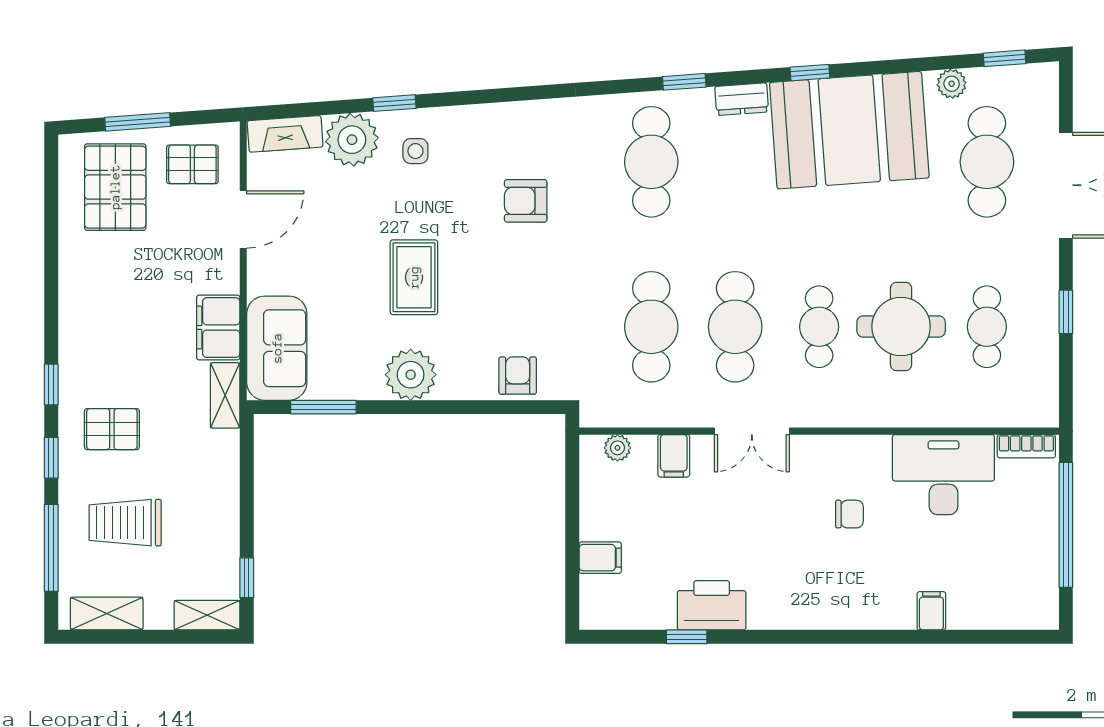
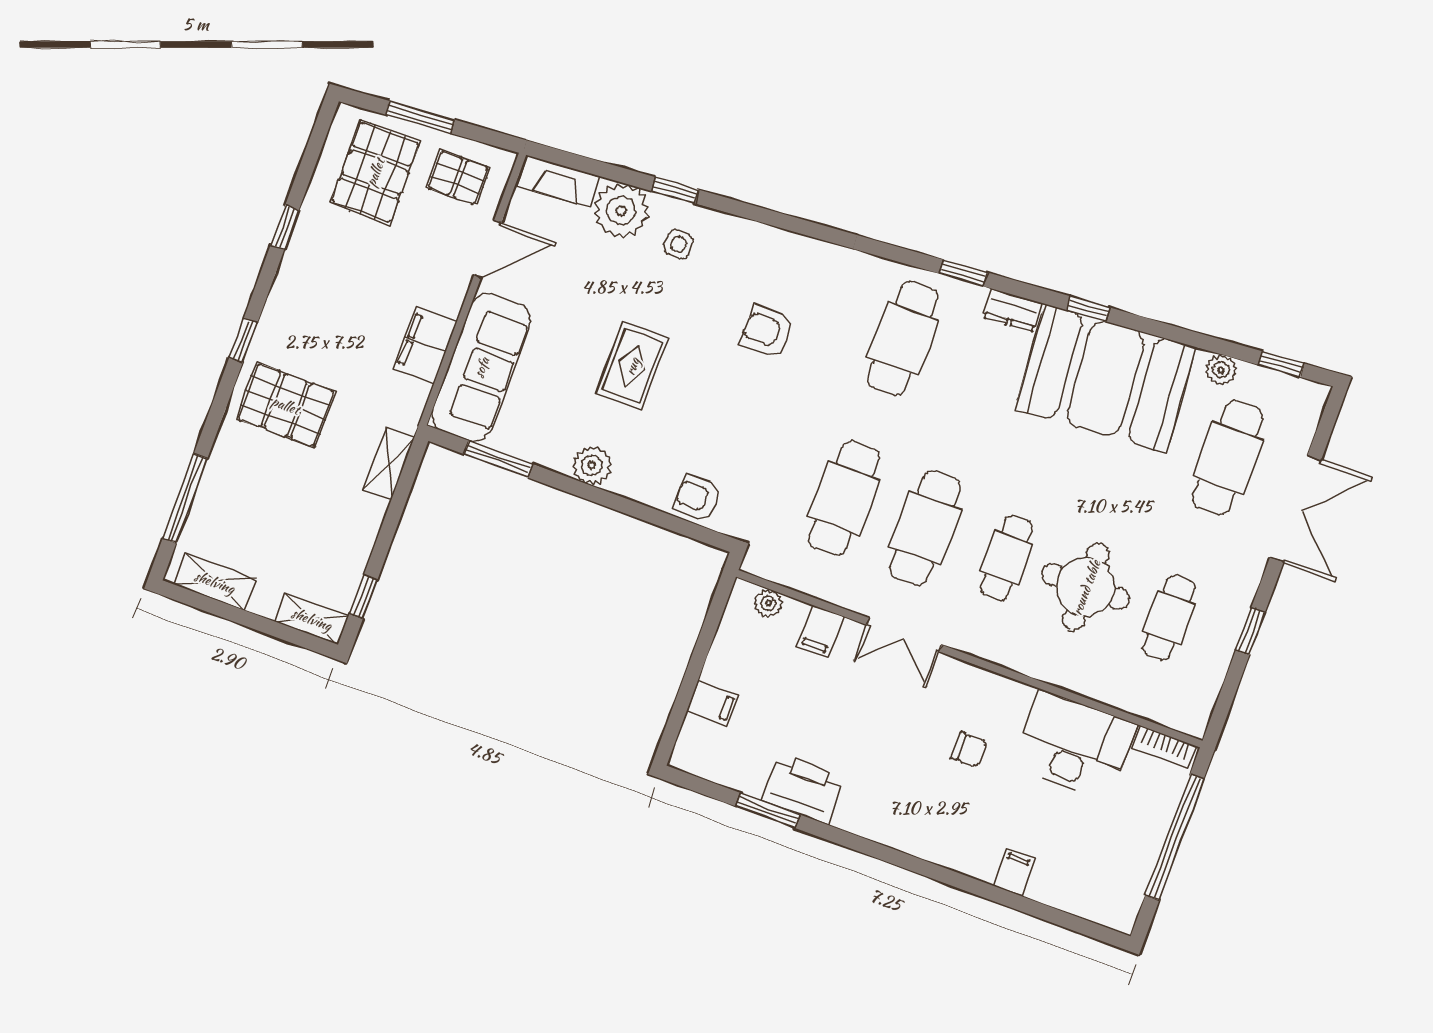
sofa: (277, 348) -> (481, 367), width x1.36
plant: (411, 375) -> (592, 465), width x0.73, depth x0.73
armchair: (518, 376) -> (697, 498), turned -90
shelving: (225, 395) -> (389, 463), moved
pallet: (112, 429) -> (286, 405), width x1.50, depth x1.42
window: (51, 458) -> (285, 227), moved
trolley: (125, 523) -> (265, 500), removed
window: (687, 637) -> (768, 811), width x1.50

